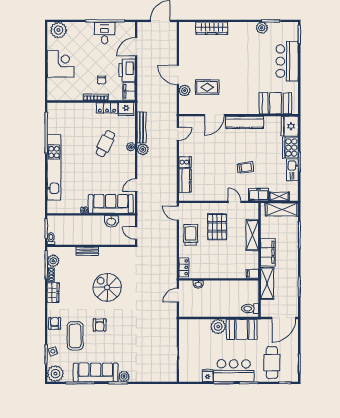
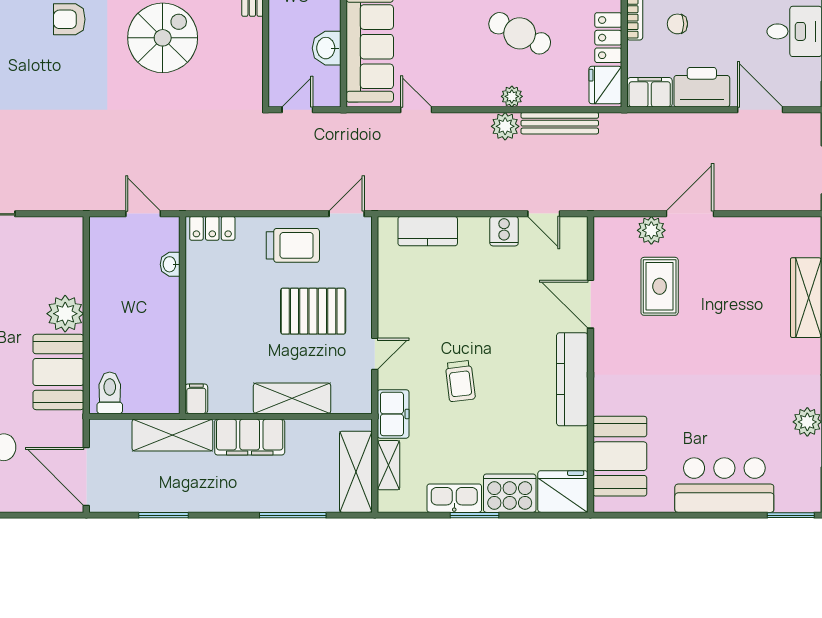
cooker: (185, 162) -> (504, 231), moved

